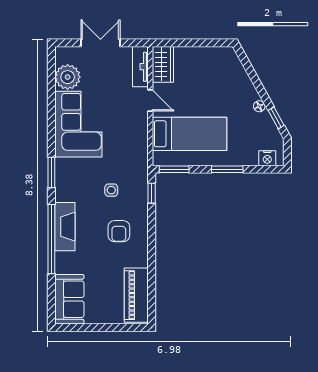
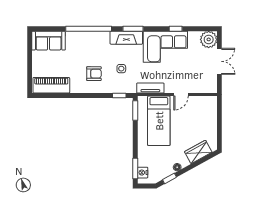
wardrobe: (163, 64) -> (198, 152), moved, turned 151
tv unit: (140, 67) -> (150, 88), moved
plant: (68, 77) -> (209, 39), moved
window: (51, 109) -> (176, 29), added
window: (227, 169) -> (135, 168), moved
fireplace: (65, 227) -> (126, 38), moved
armchair: (119, 231) -> (94, 74), turned 180

